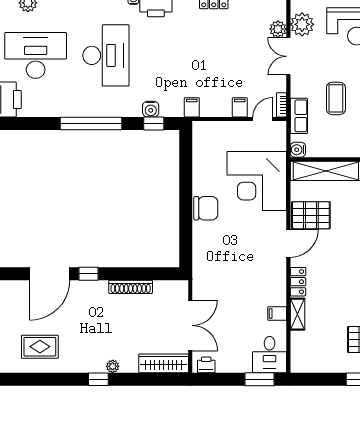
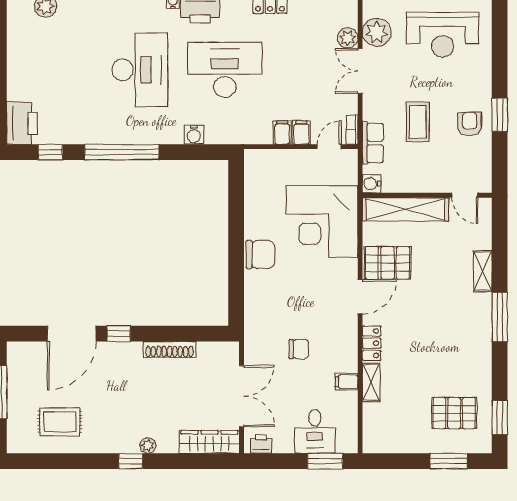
desk: (36, 55) -> (225, 70), moved
filing cabinet: (192, 107) -> (282, 133), moved
window: (154, 123) -> (50, 152), moved
chair: (238, 287) -> (299, 349), added
desk: (269, 355) -> (315, 431), moved

